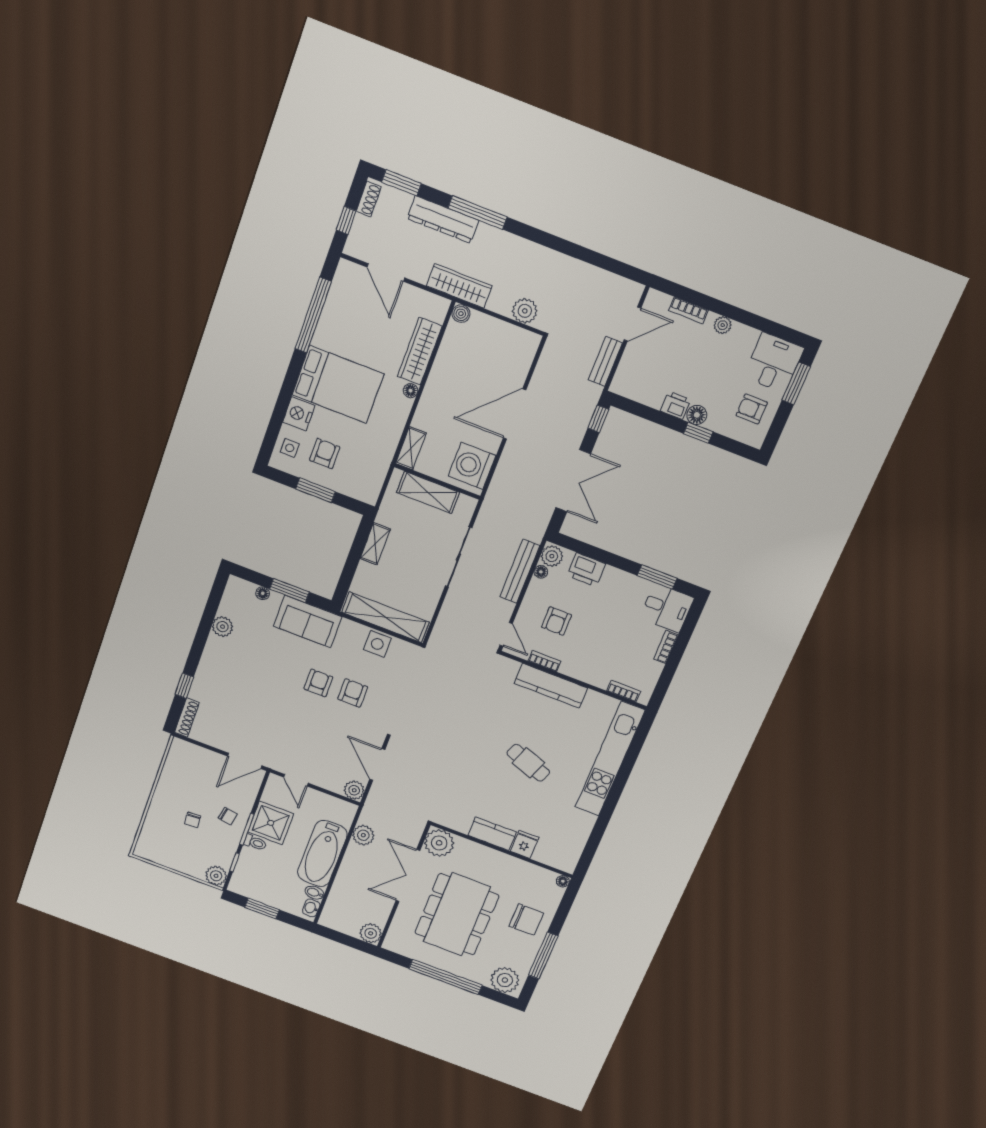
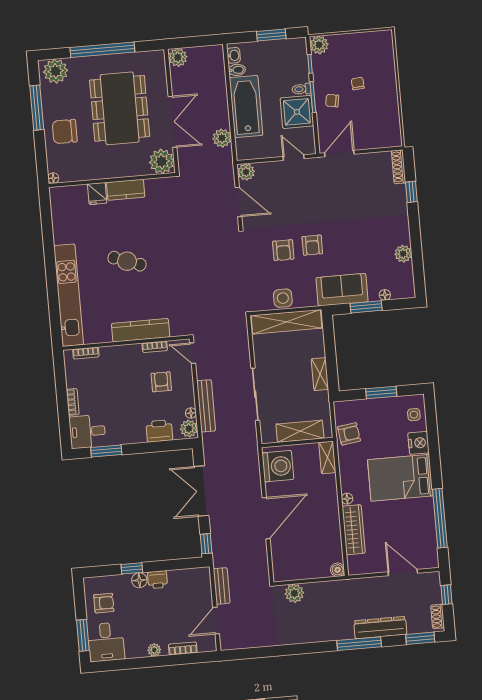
wardrobe: (459, 286) -> (348, 588), removed
armchair: (325, 454) -> (349, 434), moved, turned -98

